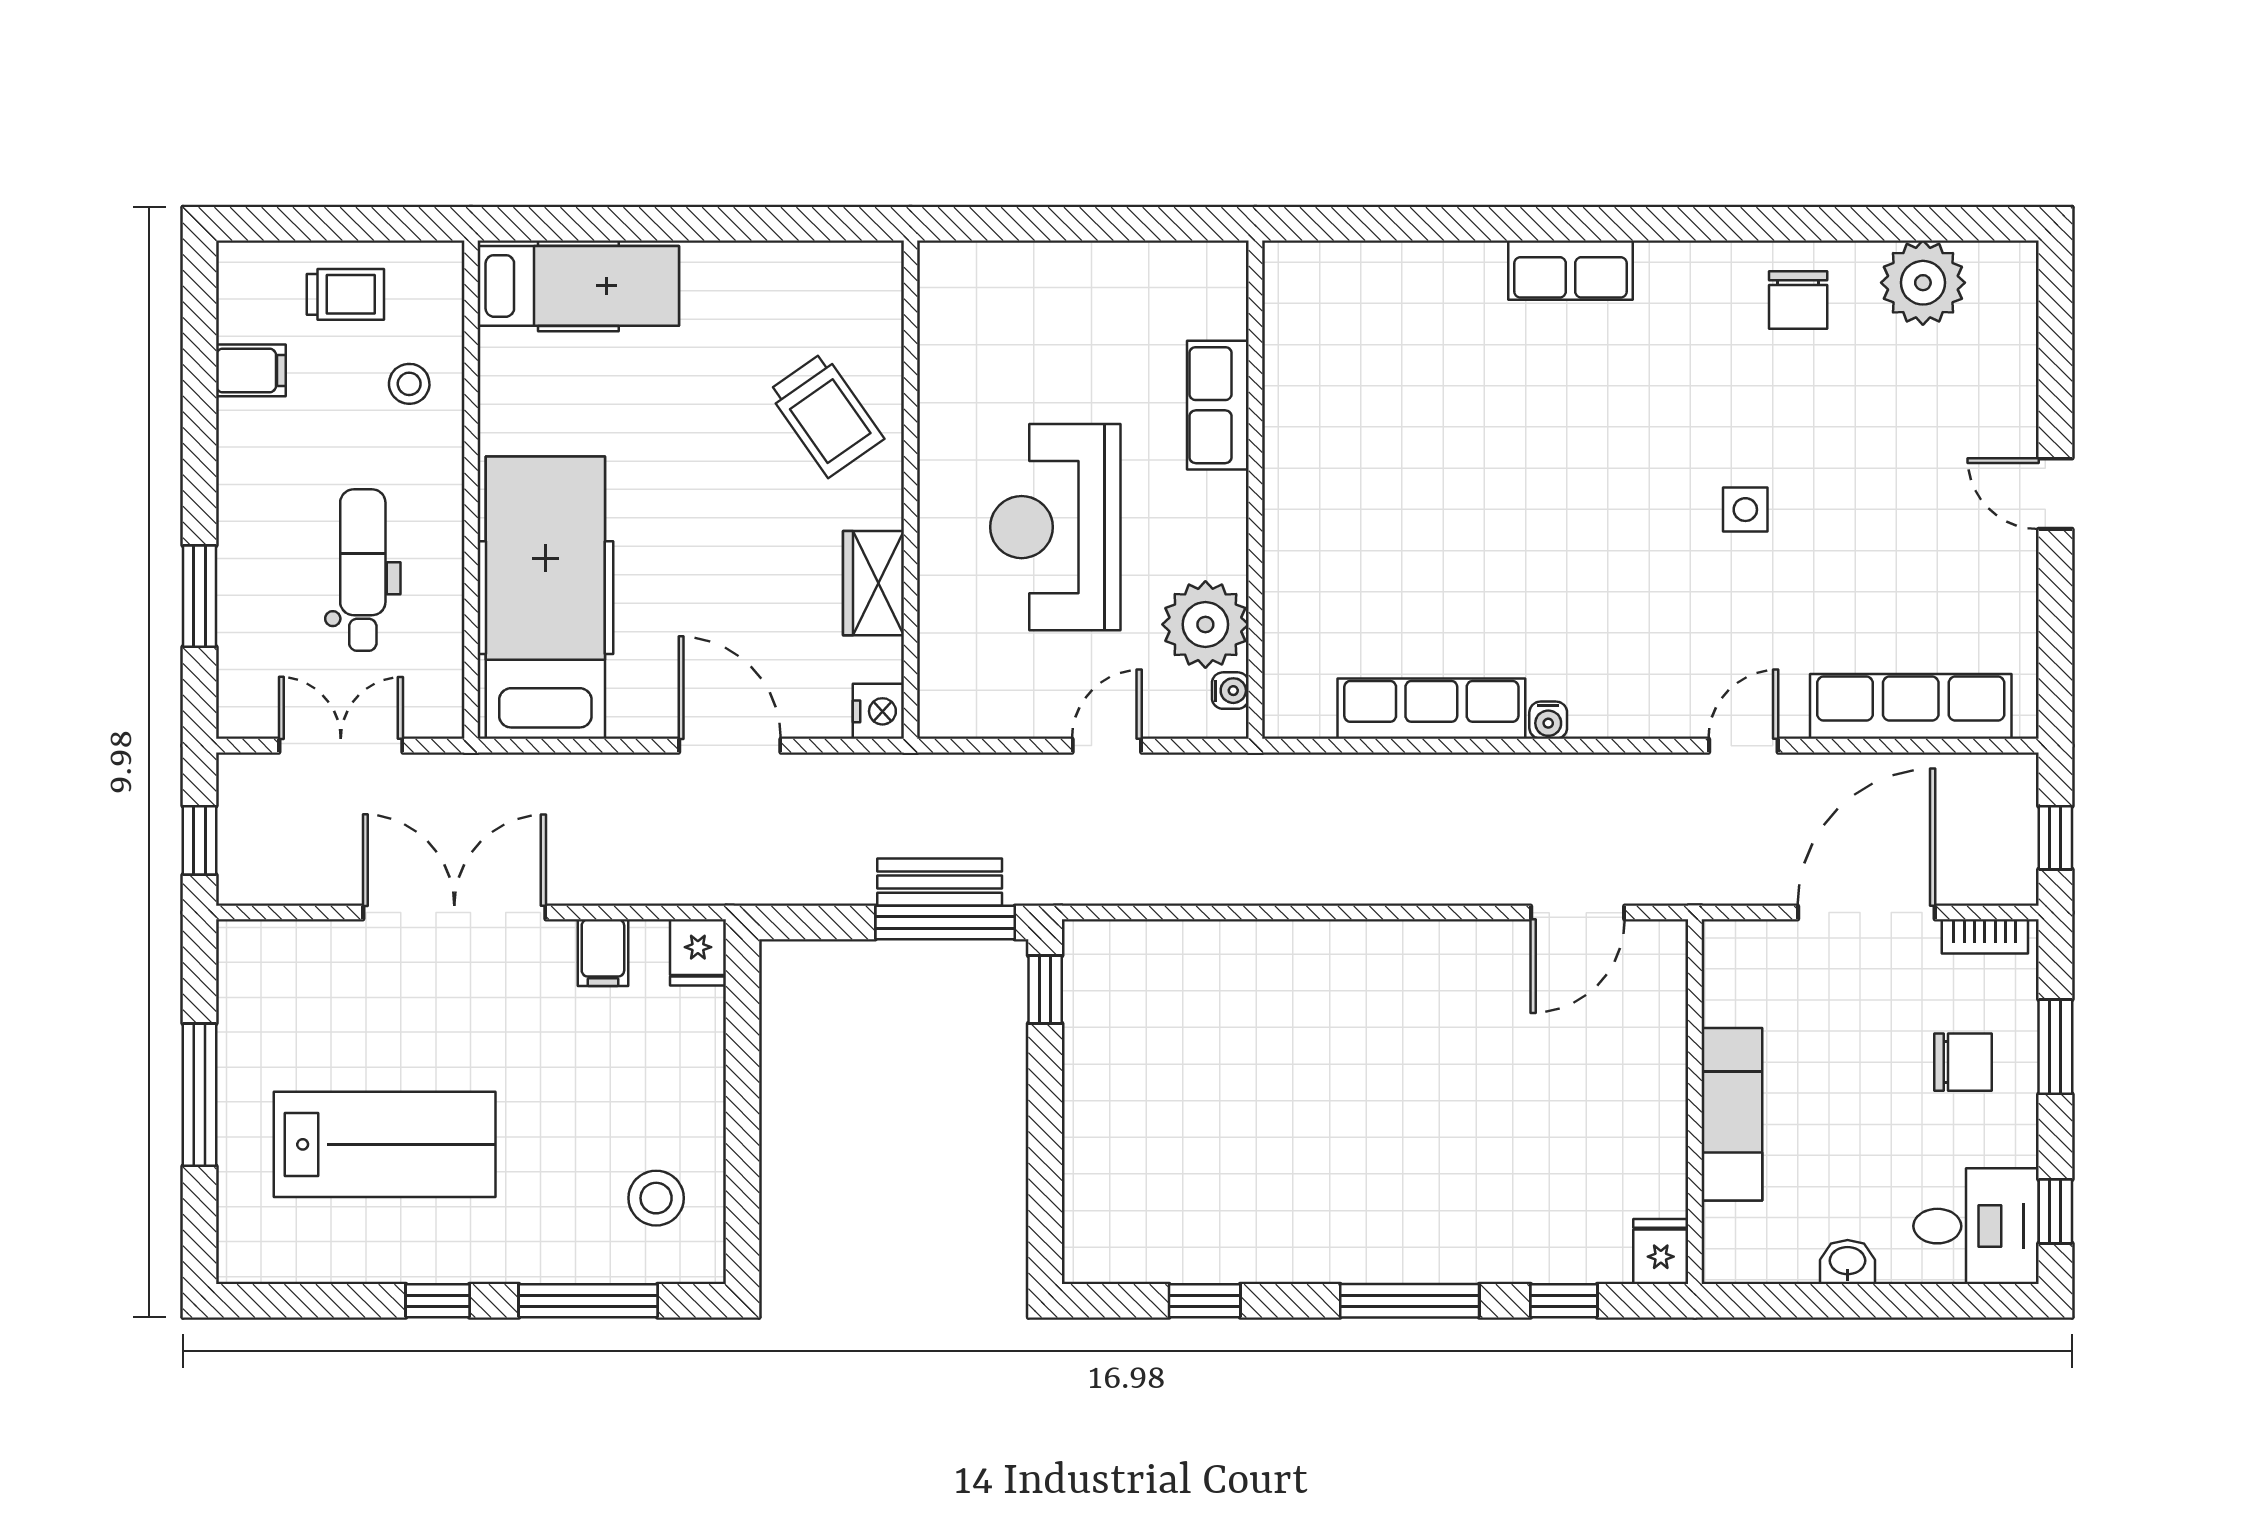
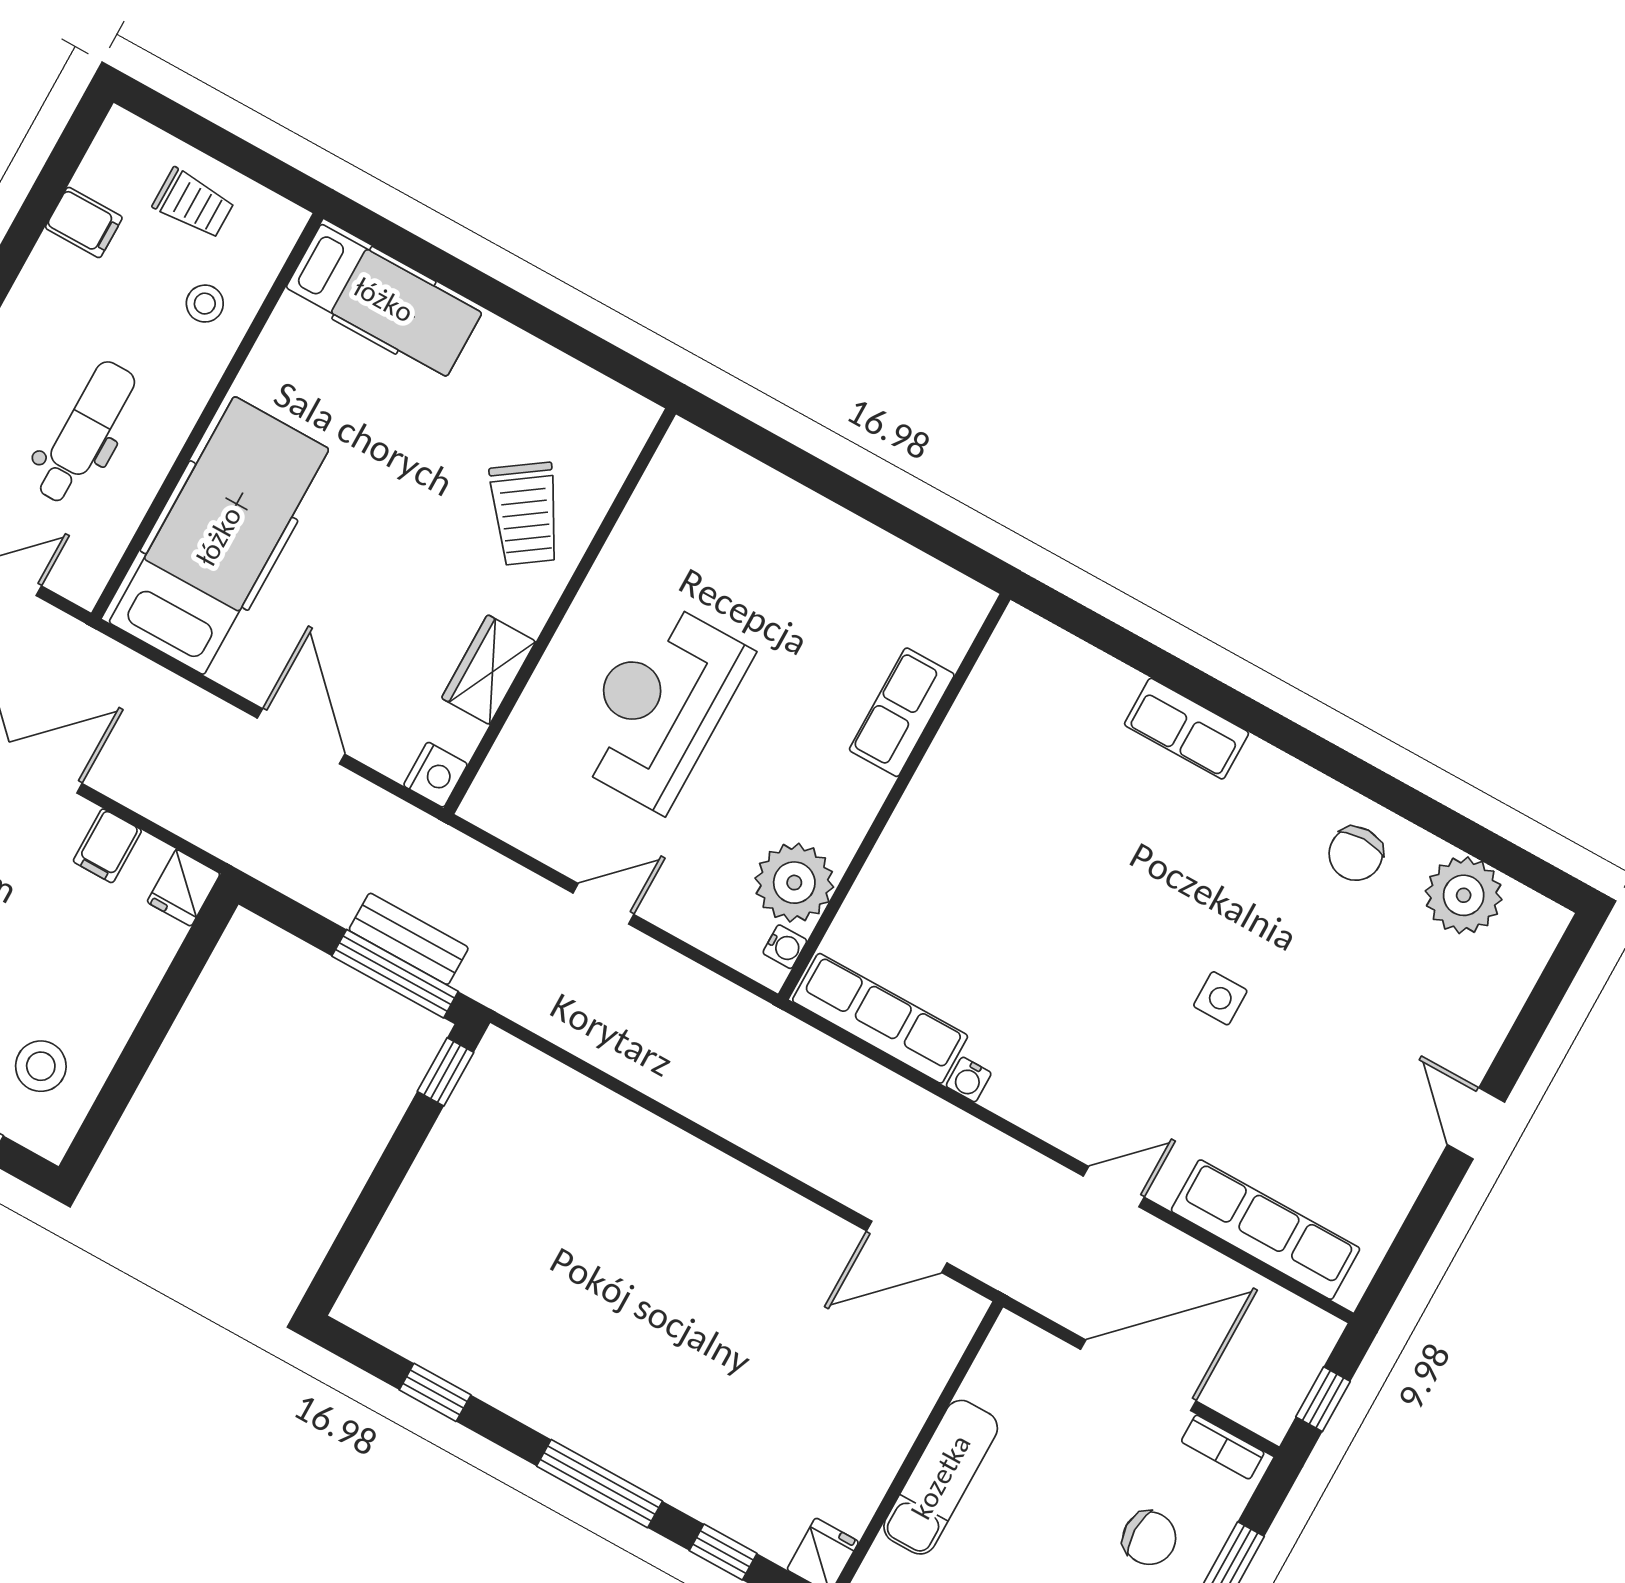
row of seats: (1218, 405) -> (902, 712), moved
wall: (1255, 490) -> (894, 797), moved
plant: (1205, 624) -> (794, 883), moved
water cooler: (1230, 691) -> (785, 947), moved

